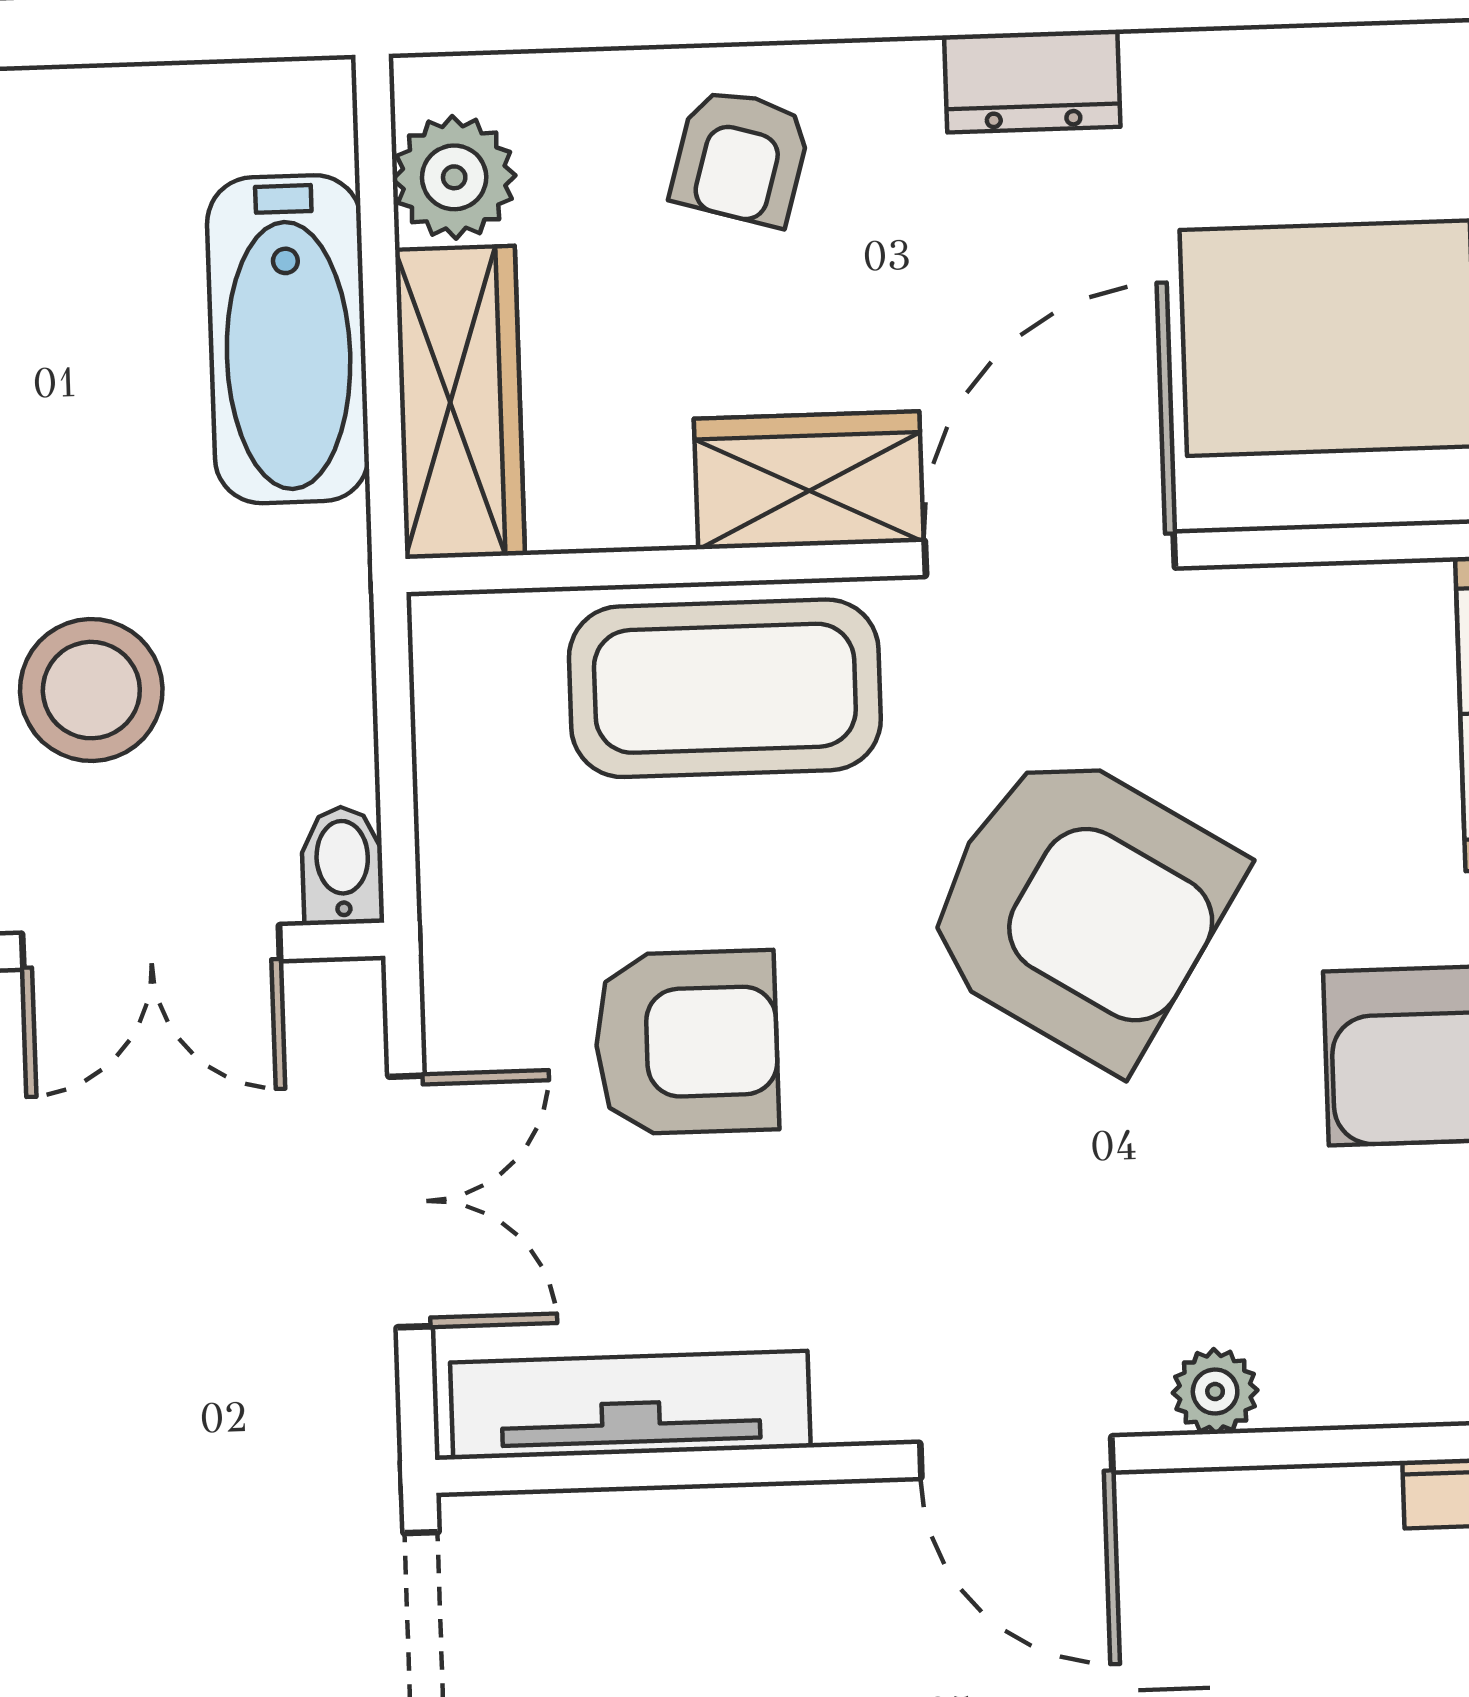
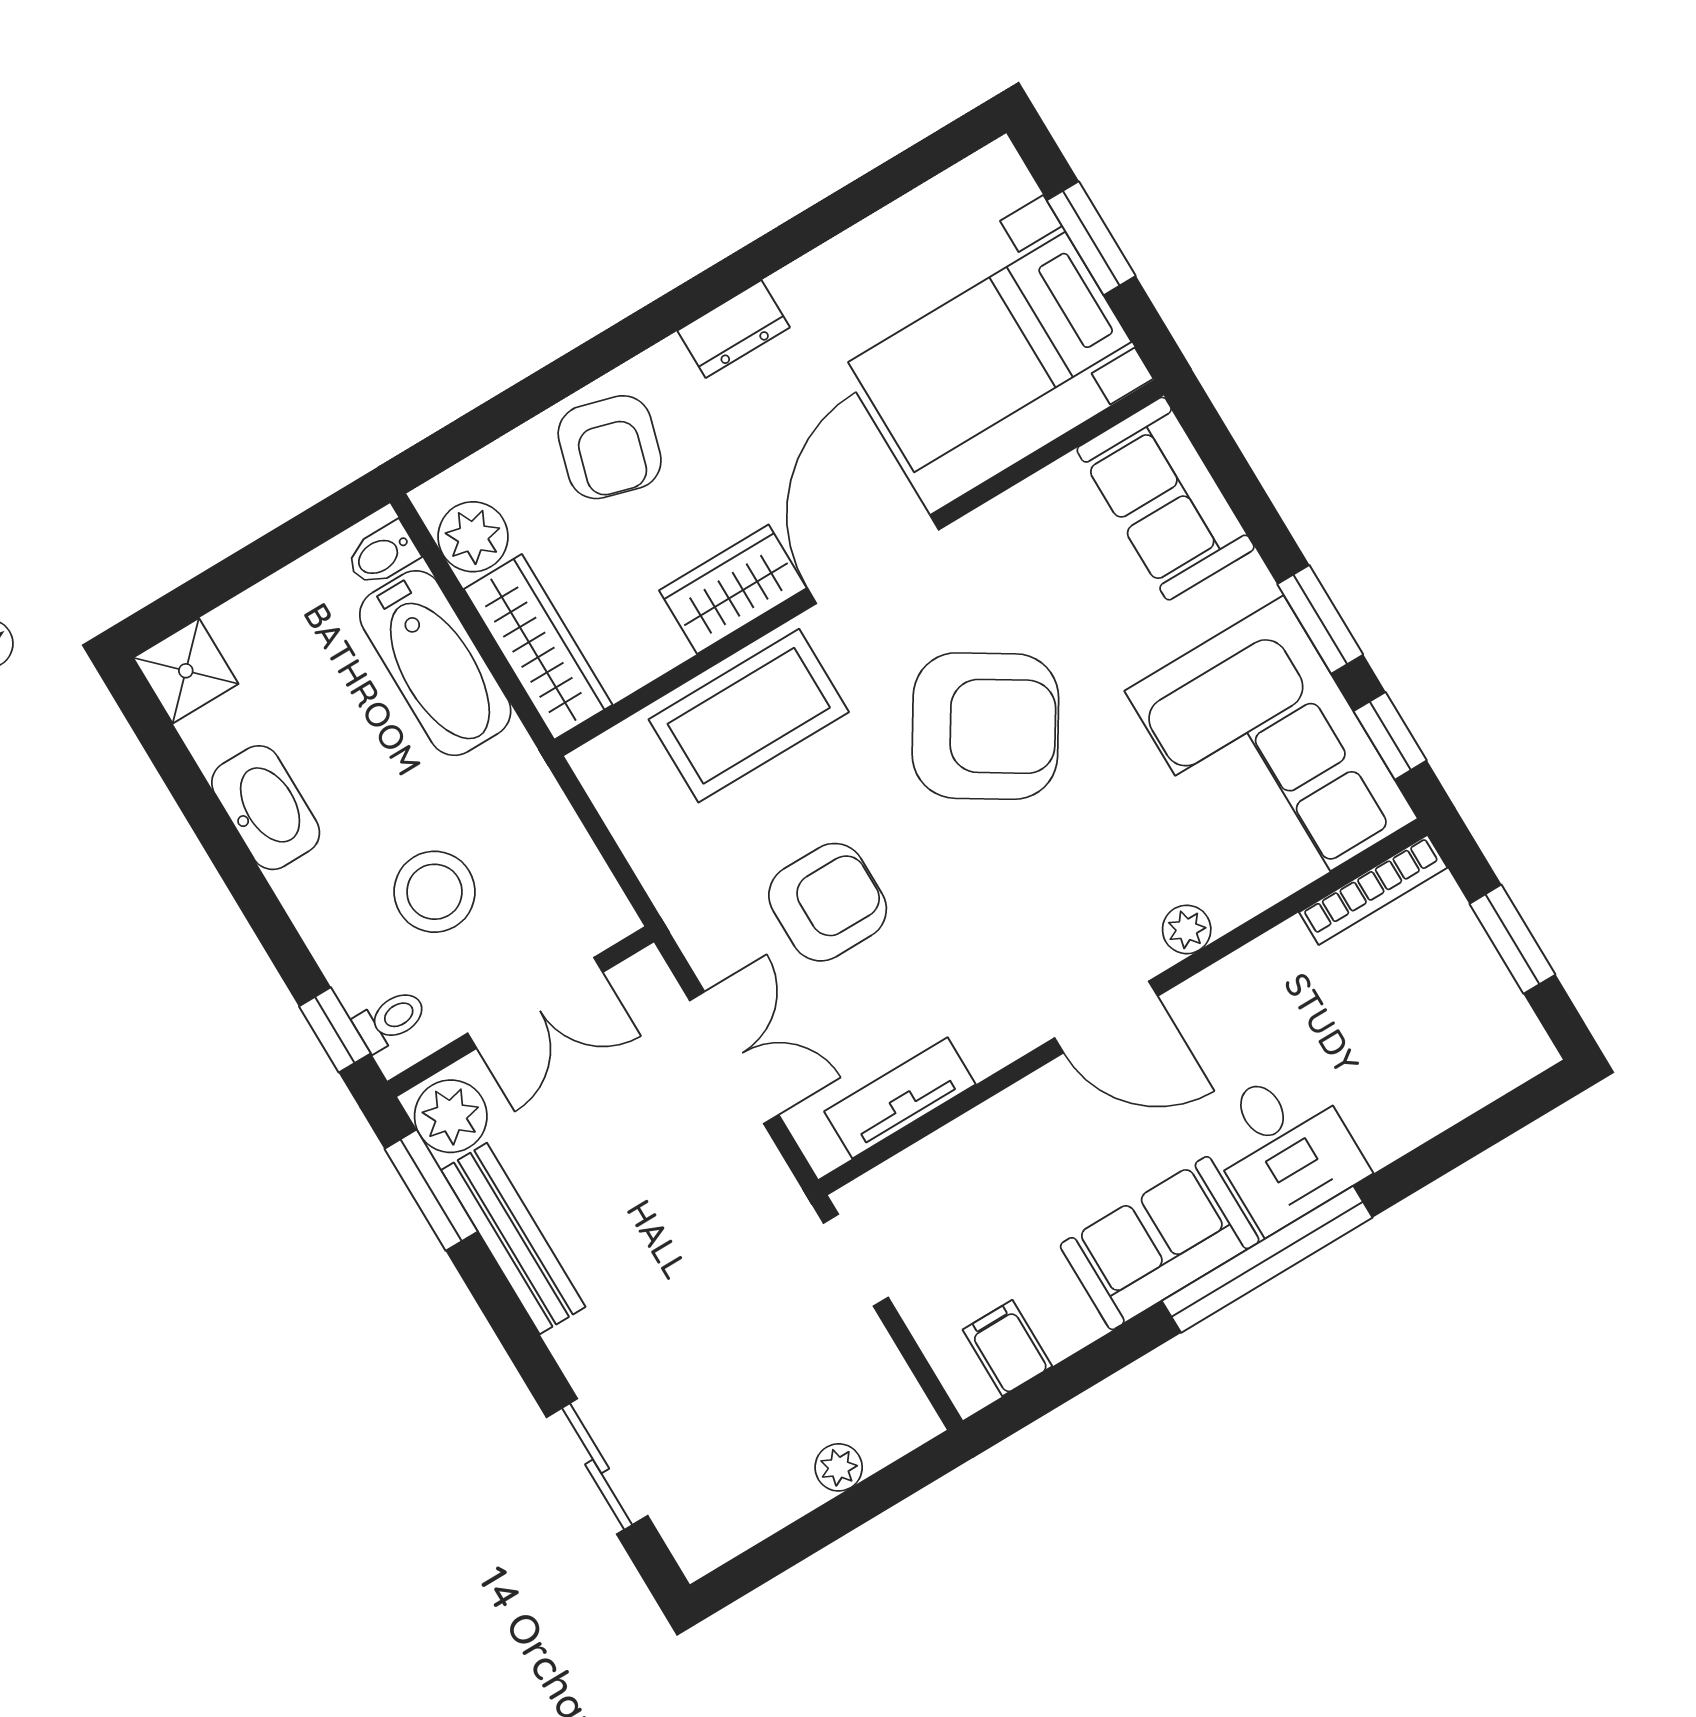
armchair: (741, 157) -> (610, 447), width x1.38, depth x1.38
bidet: (343, 865) -> (382, 554), moved, turned -90
tv unit: (630, 1405) -> (900, 1098), width x0.71

